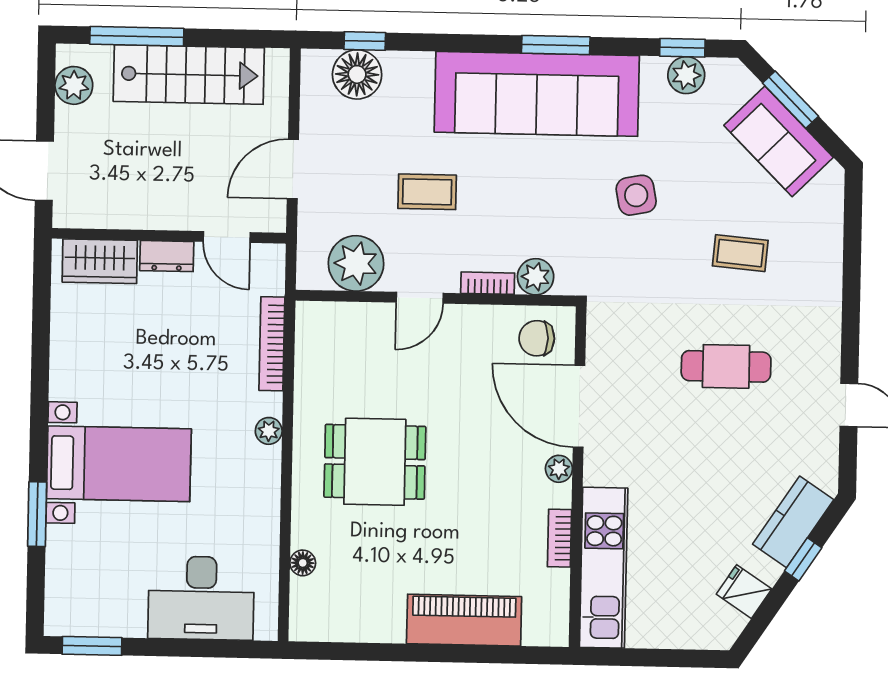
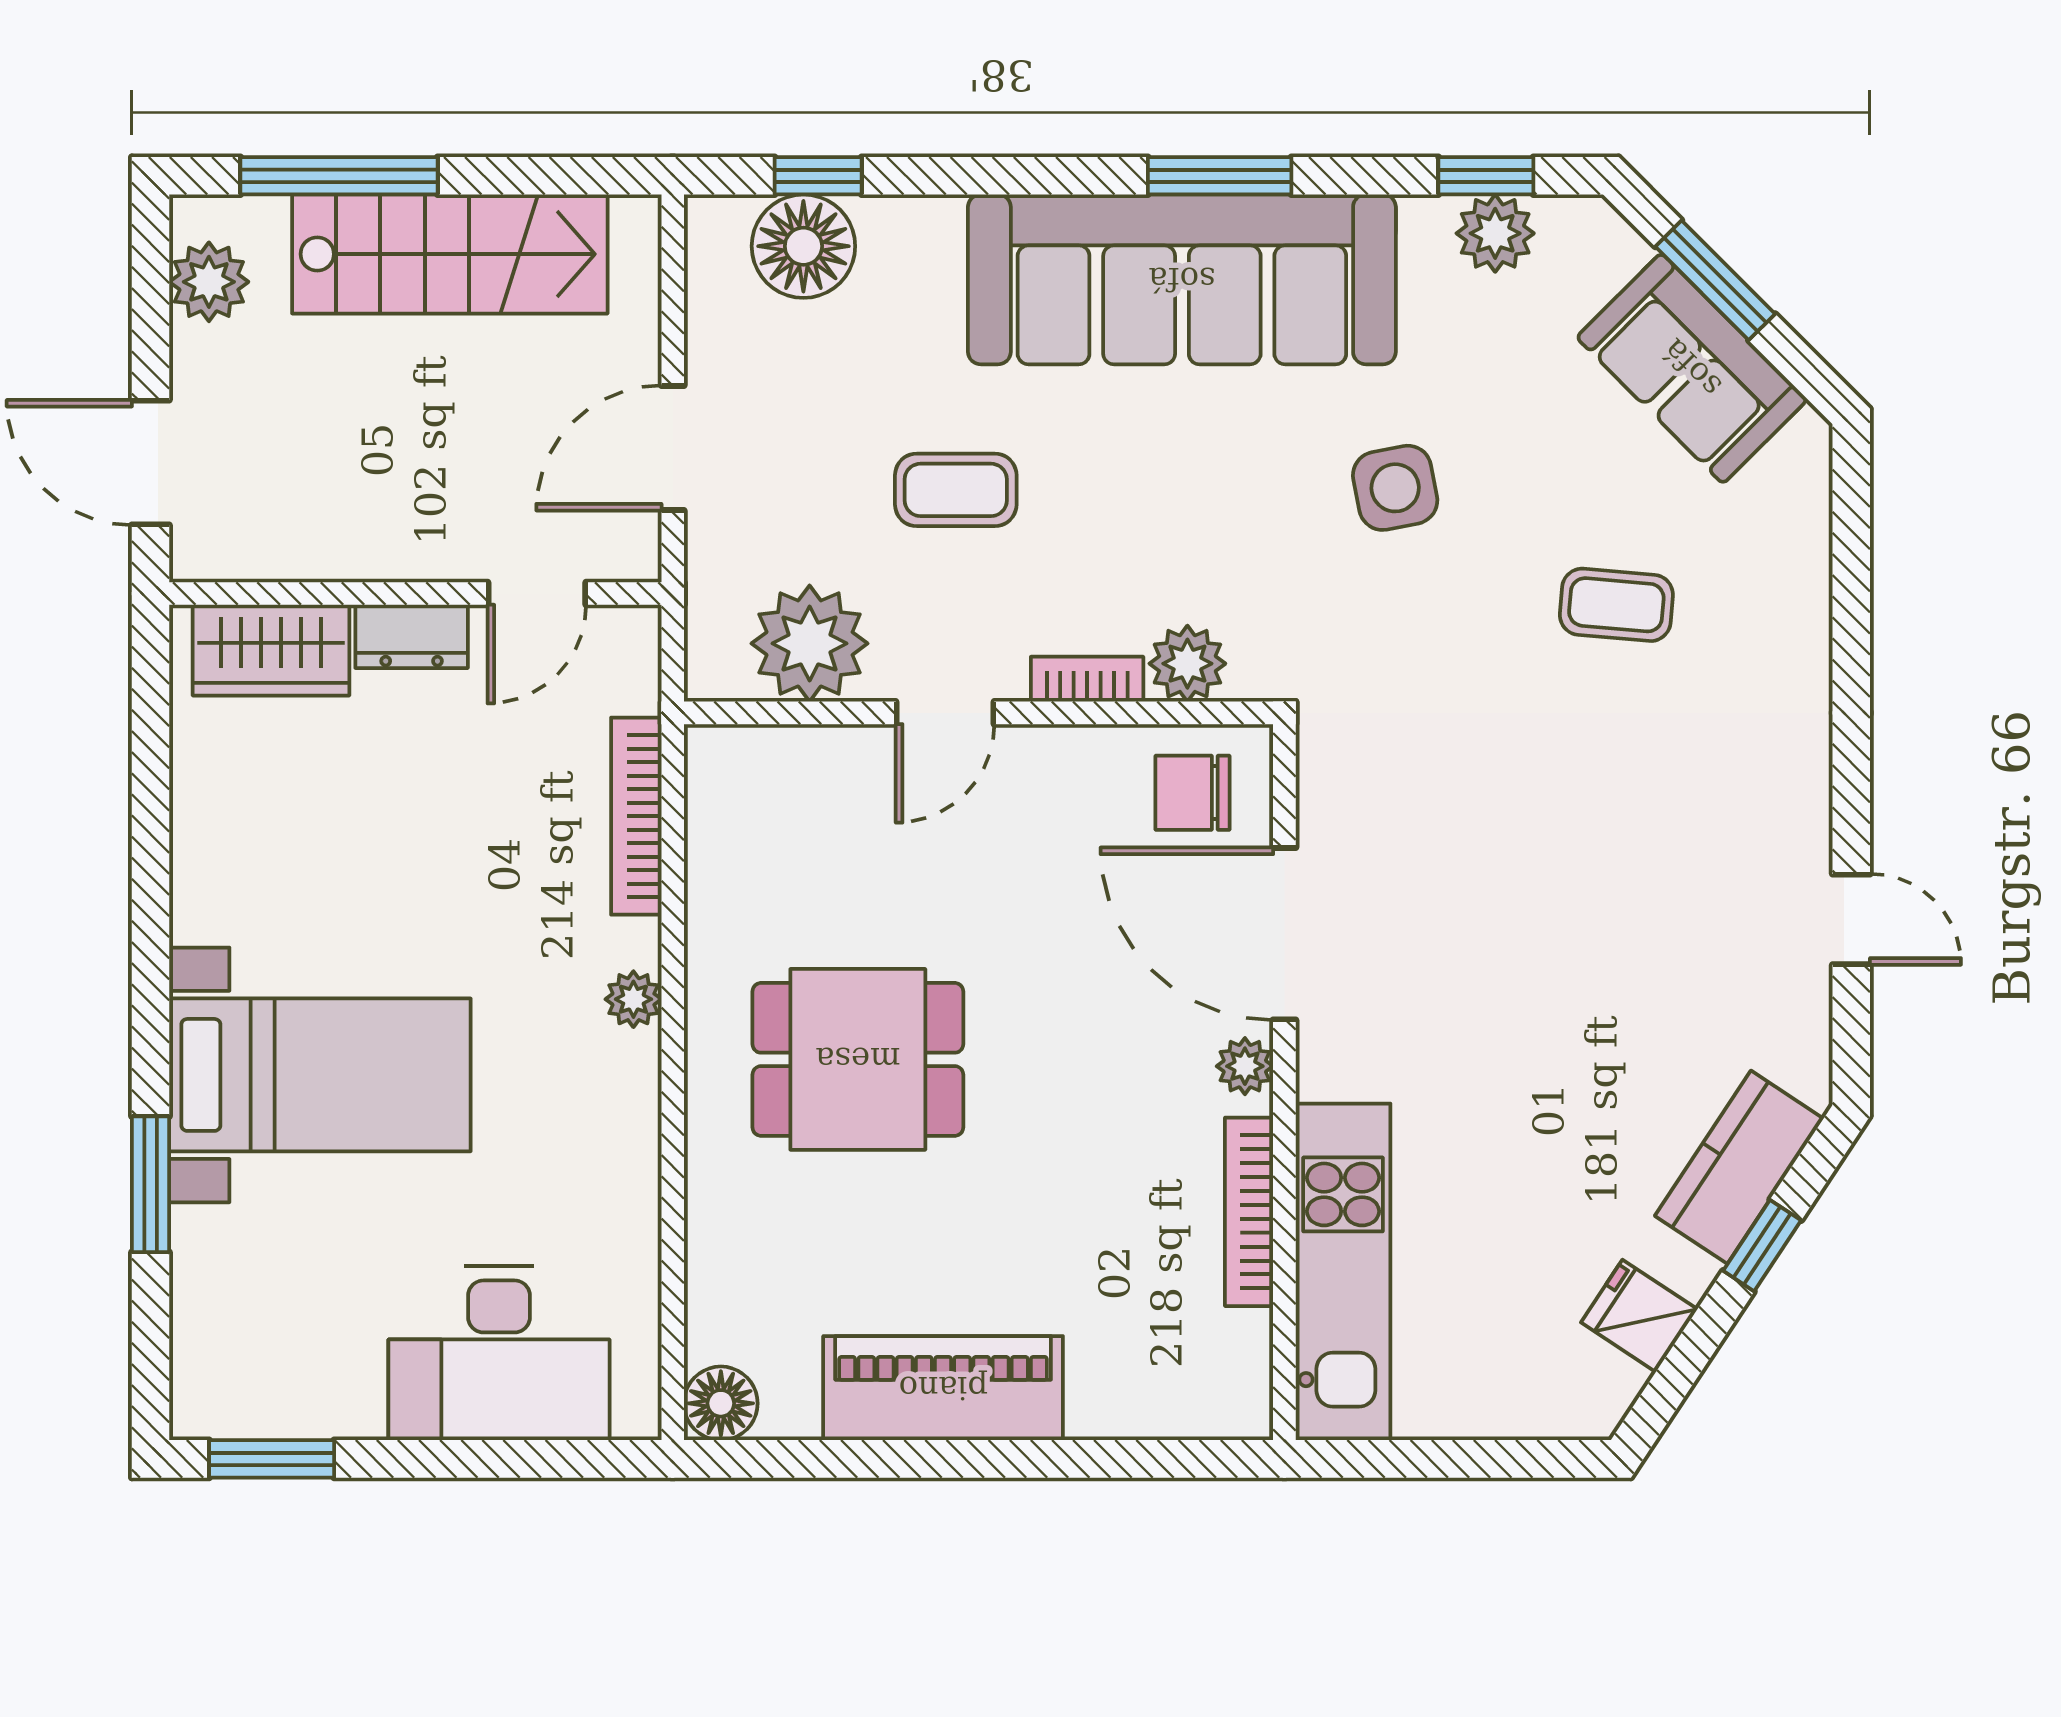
door: (227, 237) -> (537, 594), hinge flipped
cafe table: (726, 366) -> (1592, 844), removed
bookcase: (559, 538) -> (1249, 1212), width x1.56
floor lamp: (303, 563) -> (721, 1403), moved, width x1.37, depth x1.37
piano: (464, 620) -> (943, 1388), moved

